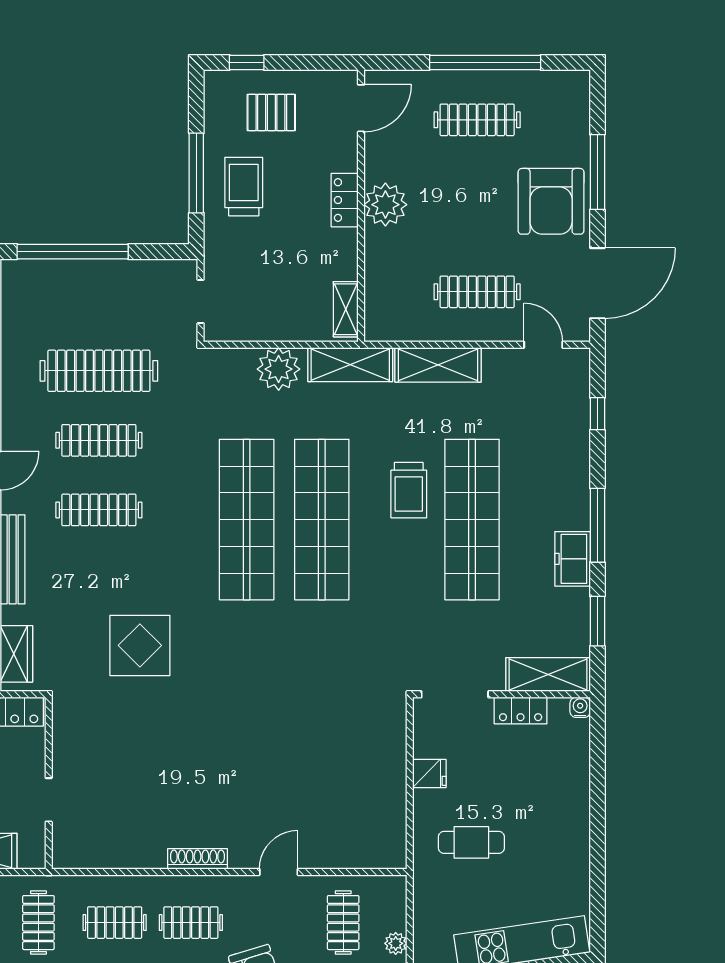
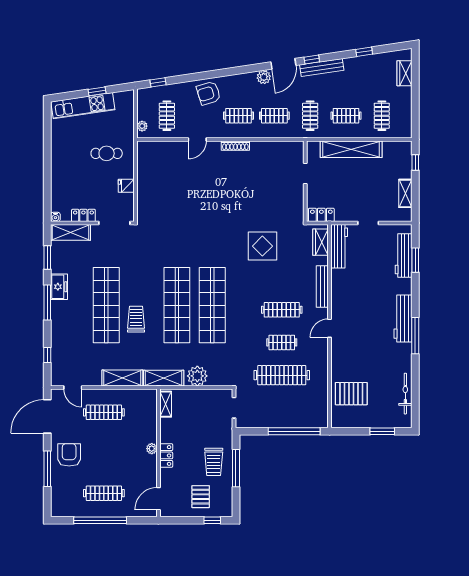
pallet: (271, 112) -> (201, 497), turned 90
armchair: (551, 201) -> (69, 455), width x0.73, depth x0.73
plant: (385, 205) -> (152, 449), width x0.53, depth x0.53
clothes rail: (99, 440) -> (282, 342), width x0.73
plant: (396, 943) -> (142, 126), moved

